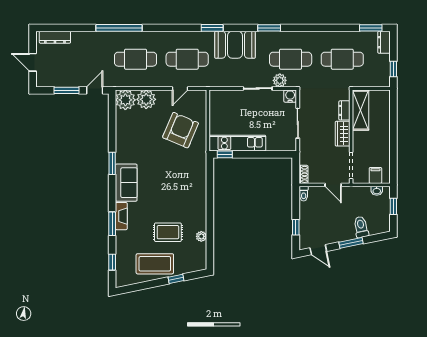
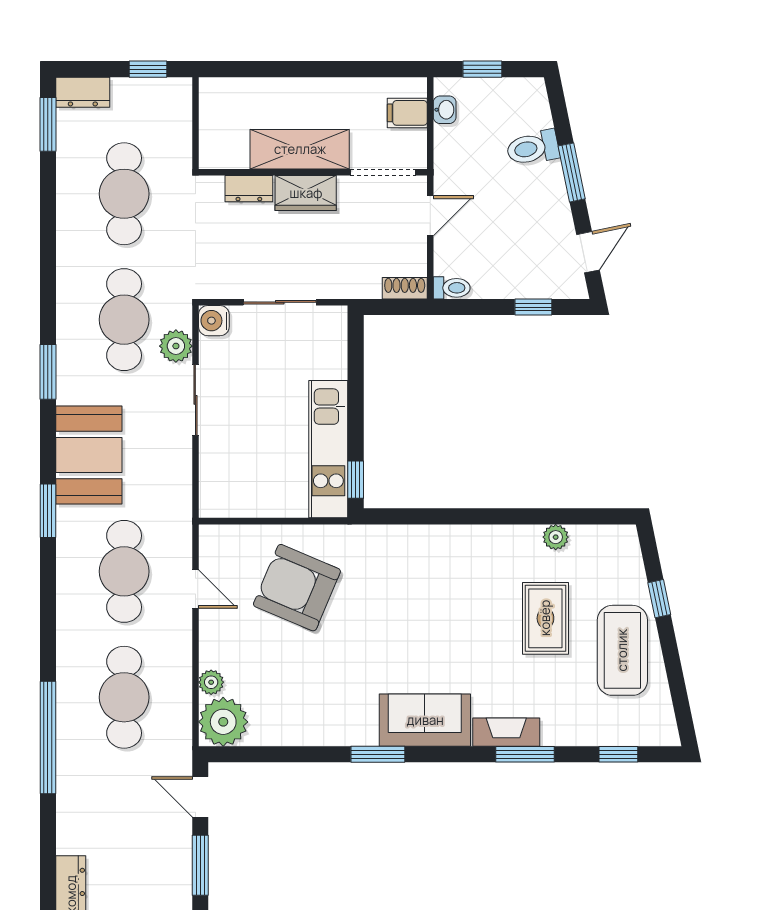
plant: (146, 99) -> (211, 682), width x0.53, depth x0.53
shelving: (361, 110) -> (300, 149), moved

